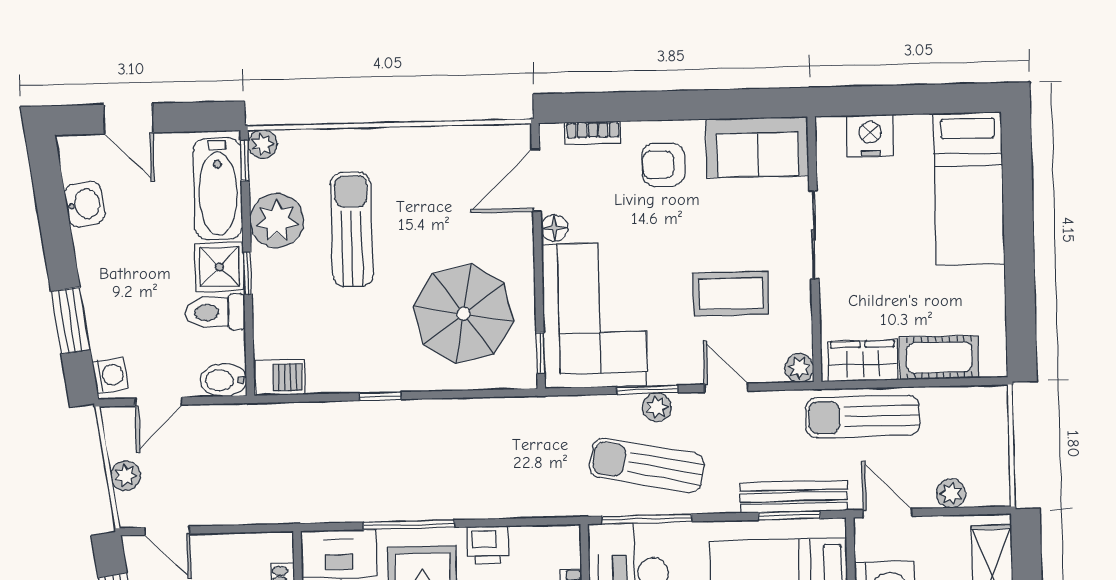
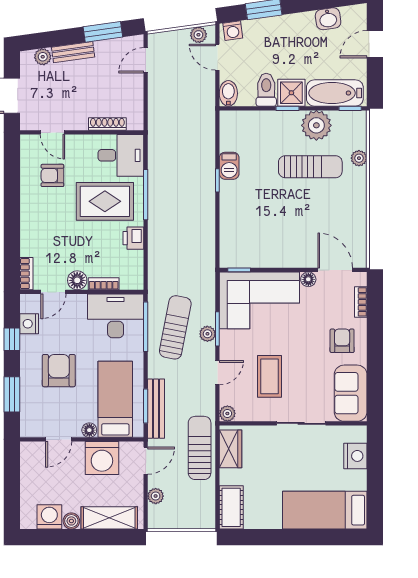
plant: (262, 144) -> (359, 158), moved
parasol: (463, 314) -> (262, 228), removed
cot: (939, 358) -> (231, 507), moved
barbecue: (280, 377) -> (229, 166), moved
plant: (126, 476) -> (198, 35), moved

